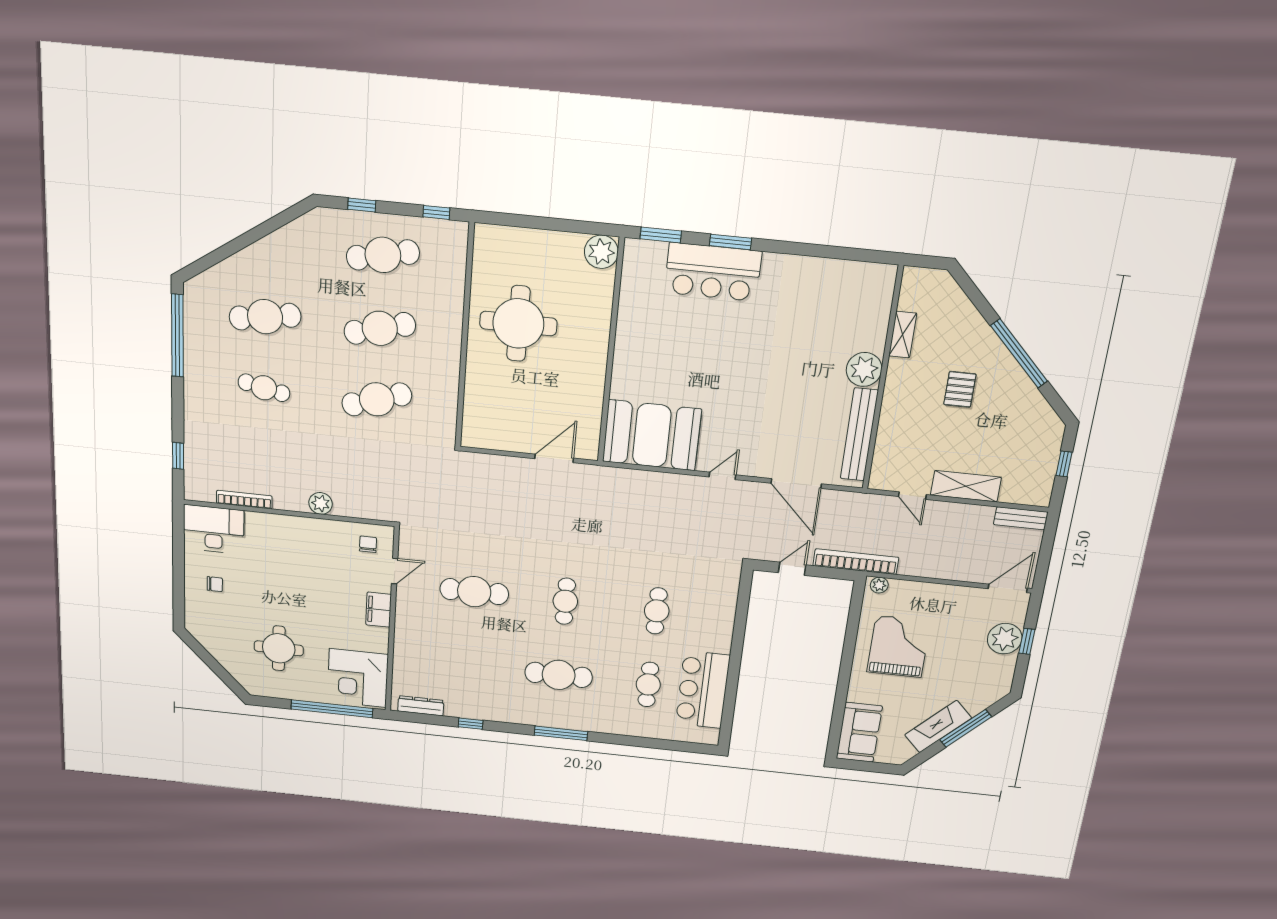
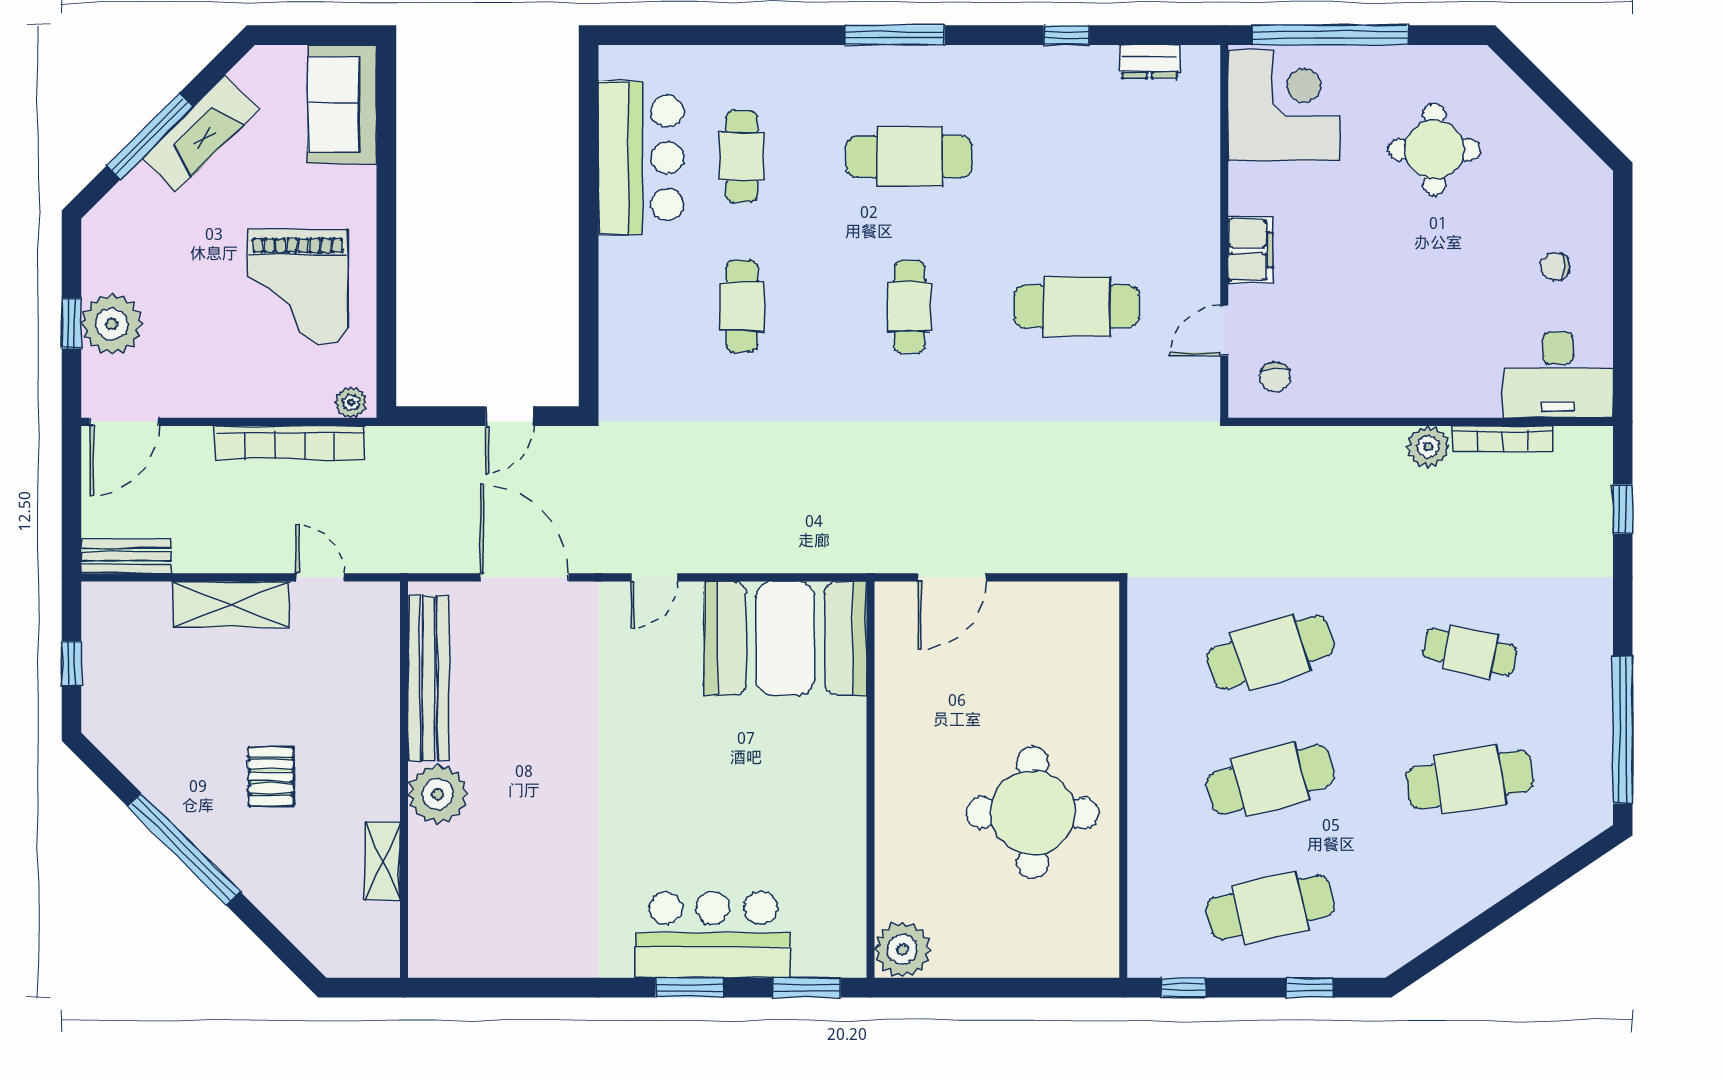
plant: (321, 503) -> (1428, 447), moved
bookcase: (856, 562) -> (290, 443), moved
dresser: (421, 706) -> (1150, 62), width x0.70

